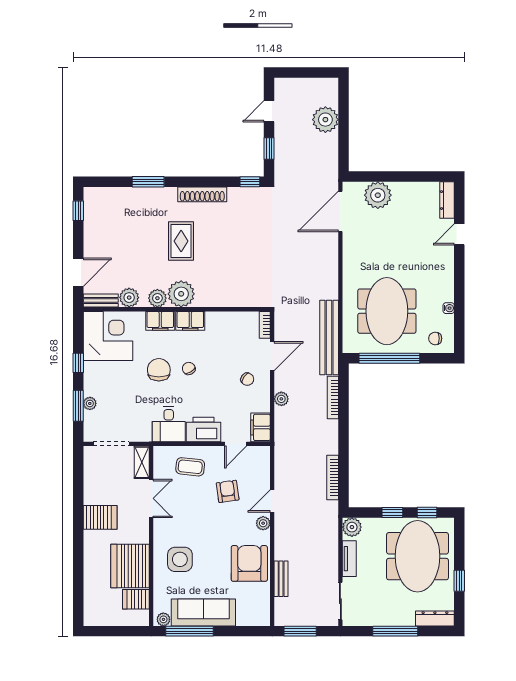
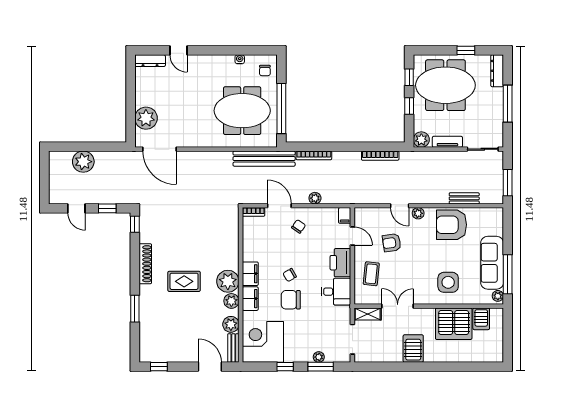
filing cabinet: (260, 427) -> (345, 215), width x0.50

